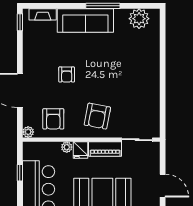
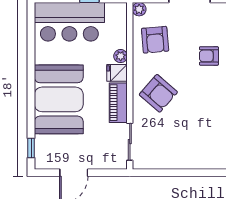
armchair: (97, 116) -> (158, 93), turned -150
armchair: (53, 119) -> (155, 40), turned -95

